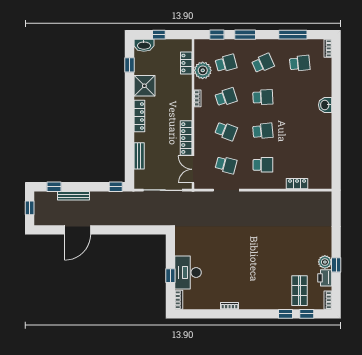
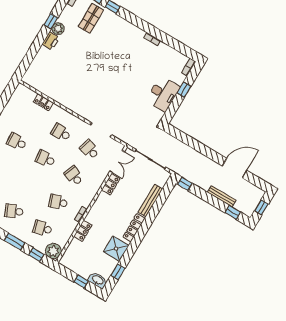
locker: (186, 63) -> (83, 231), moved
plant: (203, 70) -> (53, 251), moved
school desk: (263, 97) -> (17, 142), moved
locker: (186, 138) -> (111, 184), width x0.66
bench: (139, 156) -> (150, 201), width x1.36
desk: (188, 273) -> (163, 94), moved
printer: (325, 278) -> (51, 41), moved

